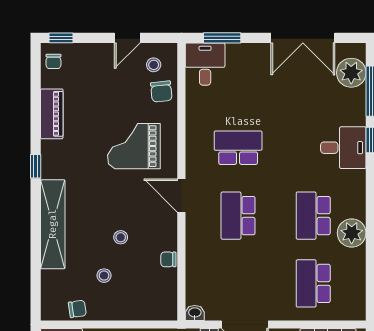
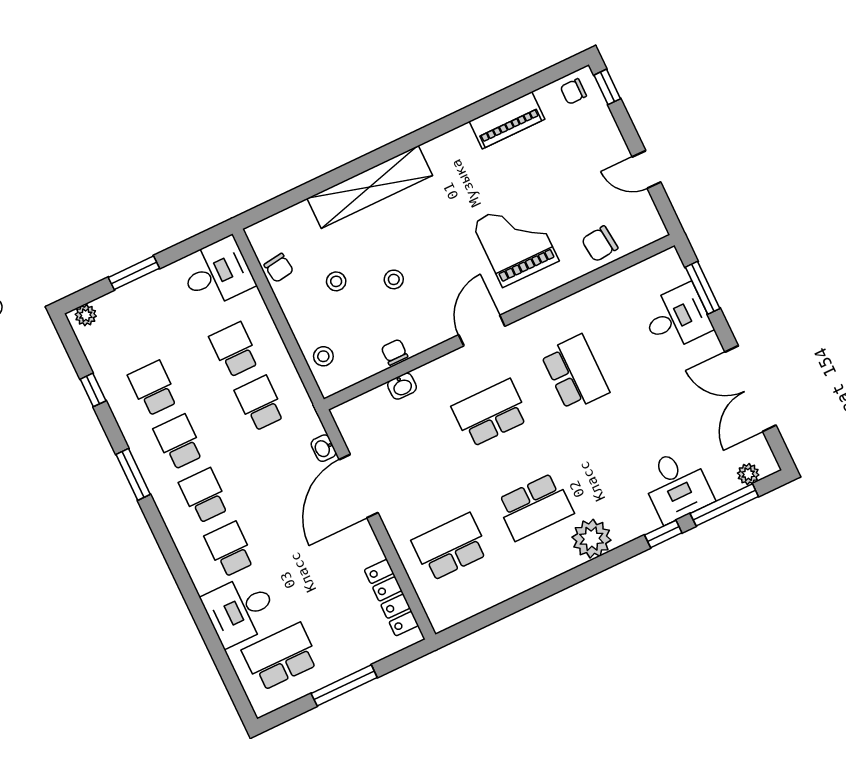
desk: (205, 64) -> (677, 318), moved
stool: (154, 65) -> (323, 356), moved
plant: (351, 73) -> (748, 474), width x0.53, depth x0.53
desk: (343, 148) -> (677, 486), moved
window: (36, 166) -> (432, 131), removed
school desk: (313, 216) -> (535, 507), turned 180
plant: (352, 233) -> (592, 539), moved
washbasin: (195, 313) -> (402, 386), moved, turned 90

